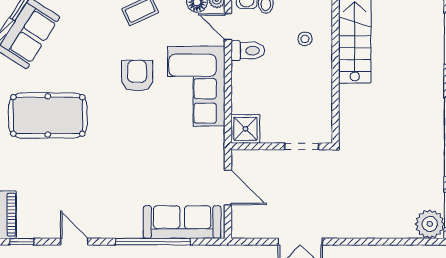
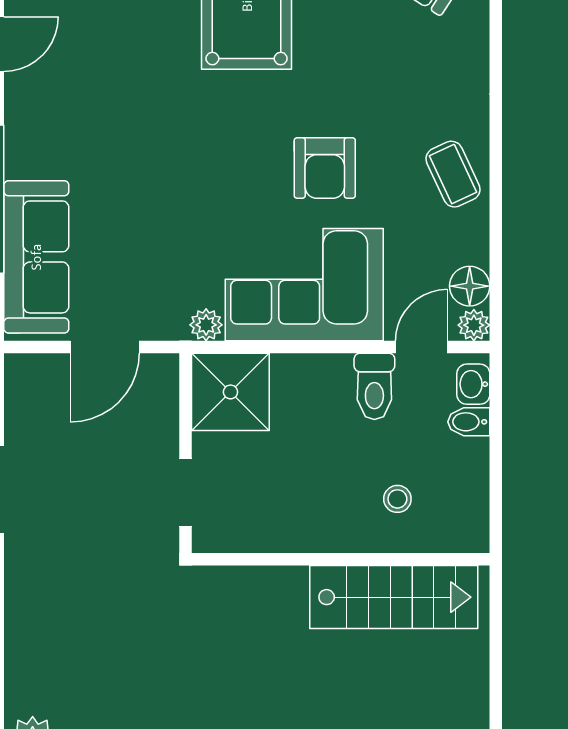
armchair: (137, 76) -> (325, 168), turned 90
shower: (245, 129) -> (230, 392), width x1.36, depth x1.36
plant: (217, 136) -> (206, 325), added

